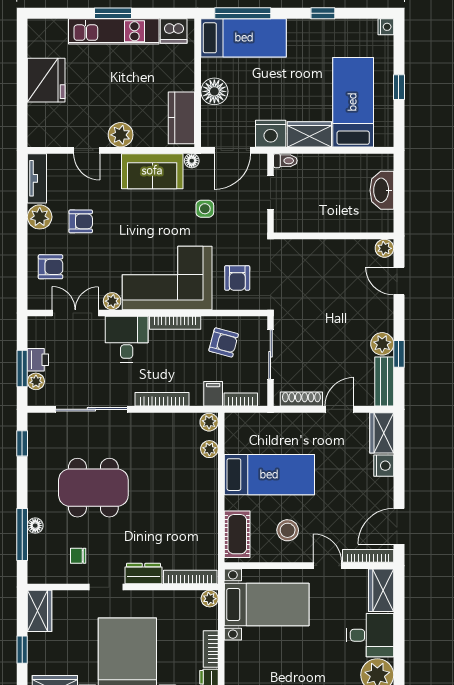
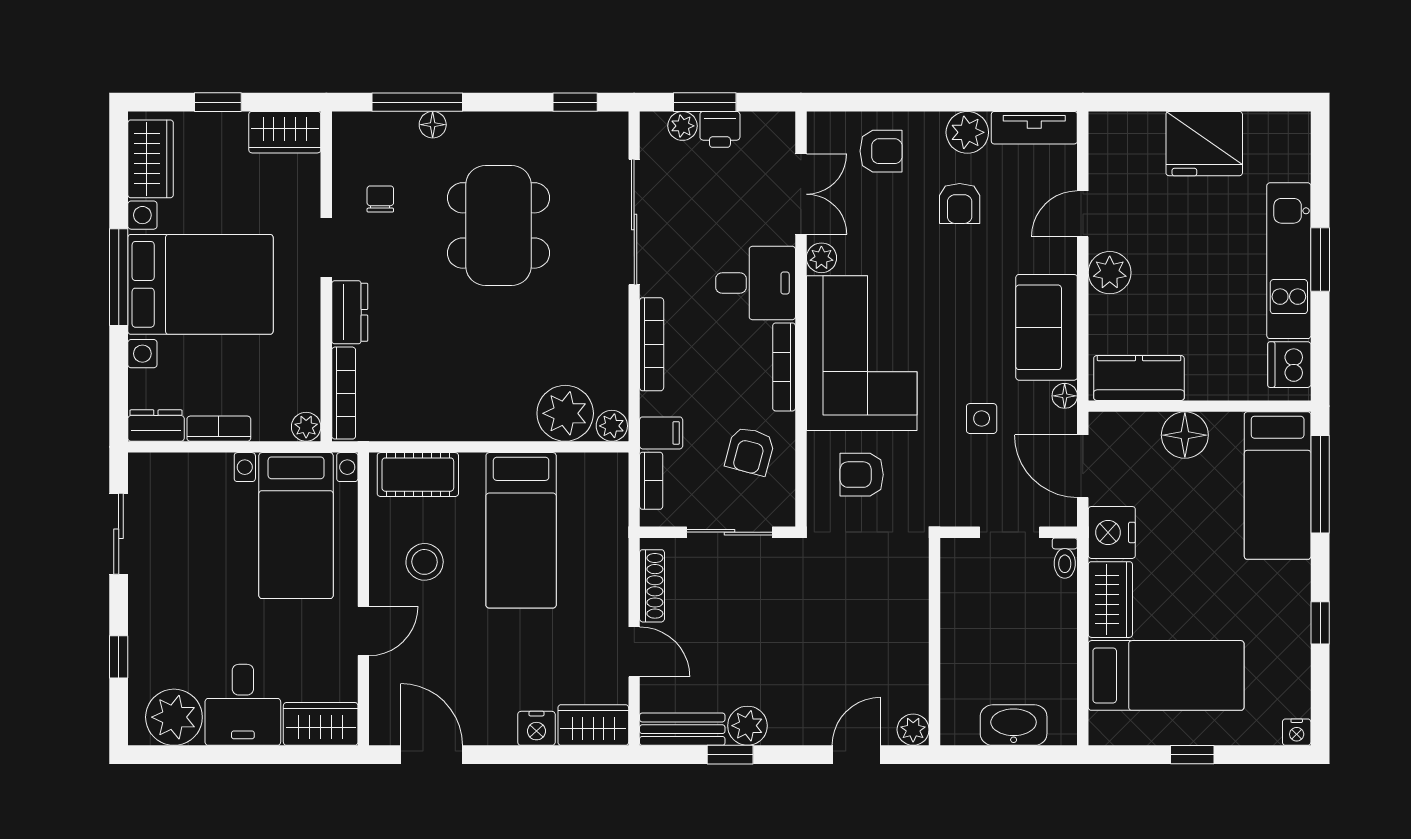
armchair: (50, 267) -> (881, 151), turned -90
plant: (209, 449) -> (565, 413), width x1.88, depth x1.88
bookcase: (368, 556) -> (380, 701), removed

